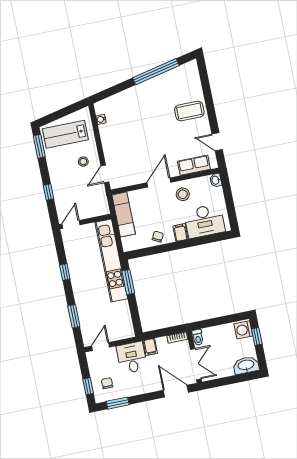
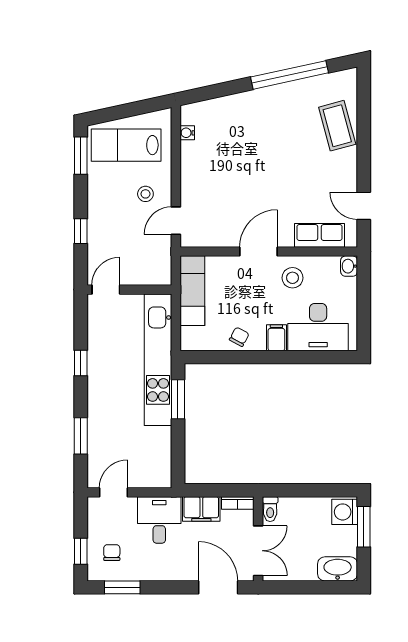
coffee table: (189, 111) -> (337, 126), moved, turned 75
window: (257, 336) -> (364, 527), width x1.50
filing cabinet: (150, 347) -> (201, 509), width x2.00

